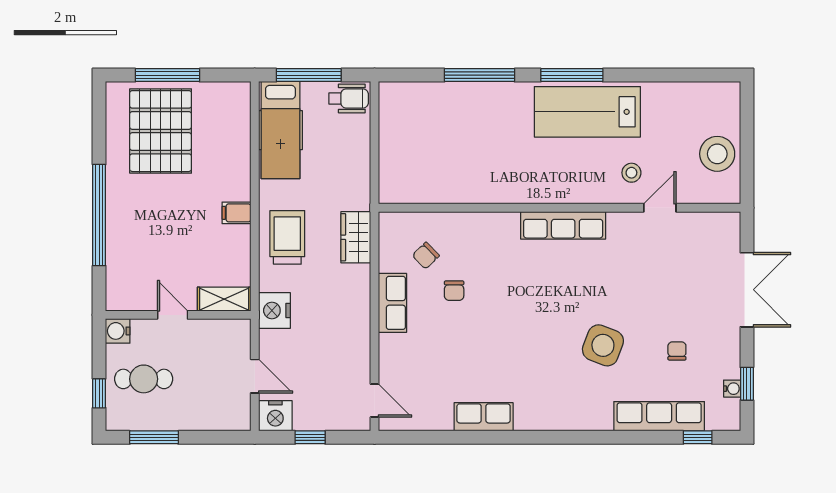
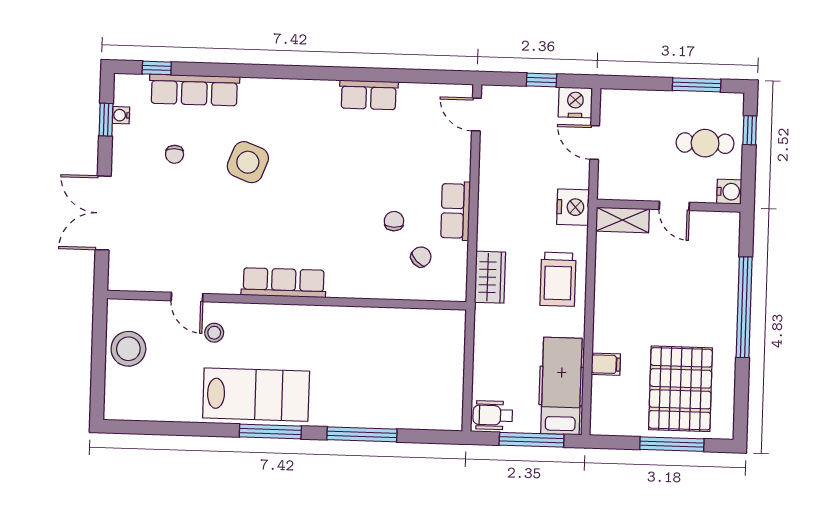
door: (660, 208) -> (187, 297), hinge flipped
filing cabinet: (236, 213) -> (606, 364), moved

